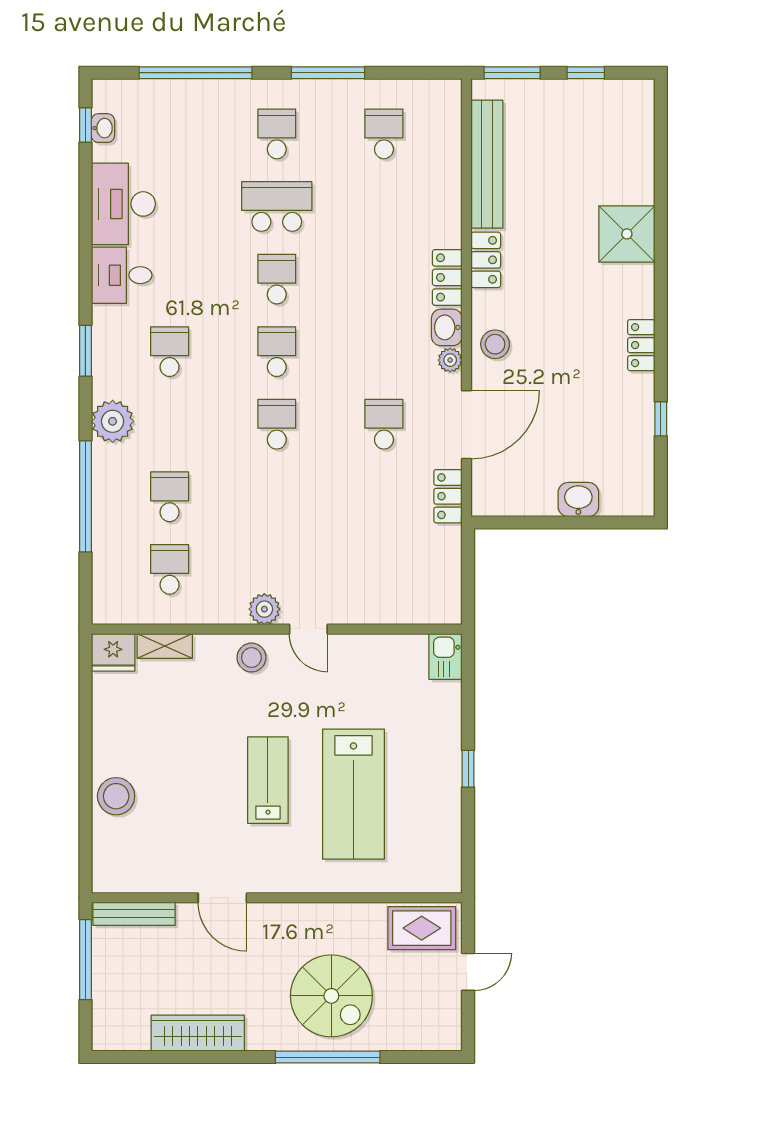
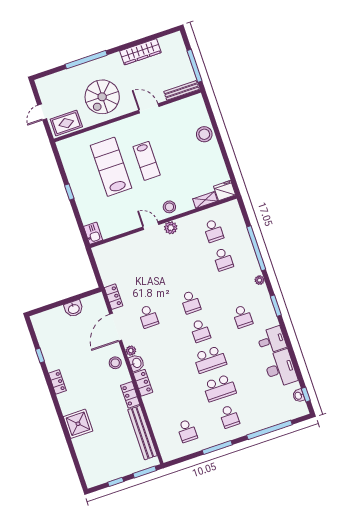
school desk: (277, 279) -> (210, 359), width x1.85
plant: (113, 421) -> (260, 280), width x0.53, depth x0.53
washbasin: (578, 500) -> (74, 309), moved
spiral stairs: (331, 996) -> (102, 97), moved, turned -90

